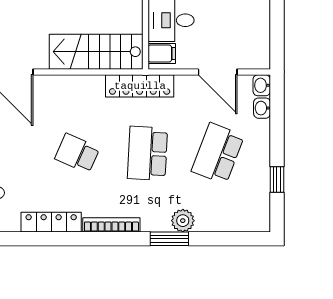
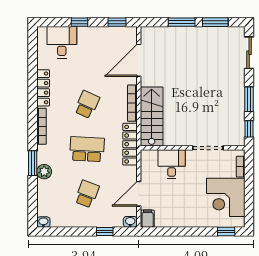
filing cabinet: (162, 54) -> (148, 219), moved, turned 180
bookcase: (75, 82) -> (132, 103), added
washbasin: (262, 108) -> (43, 222), moved
school desk: (218, 153) -> (87, 194), width x0.54
window: (277, 179) -> (105, 232), moved

